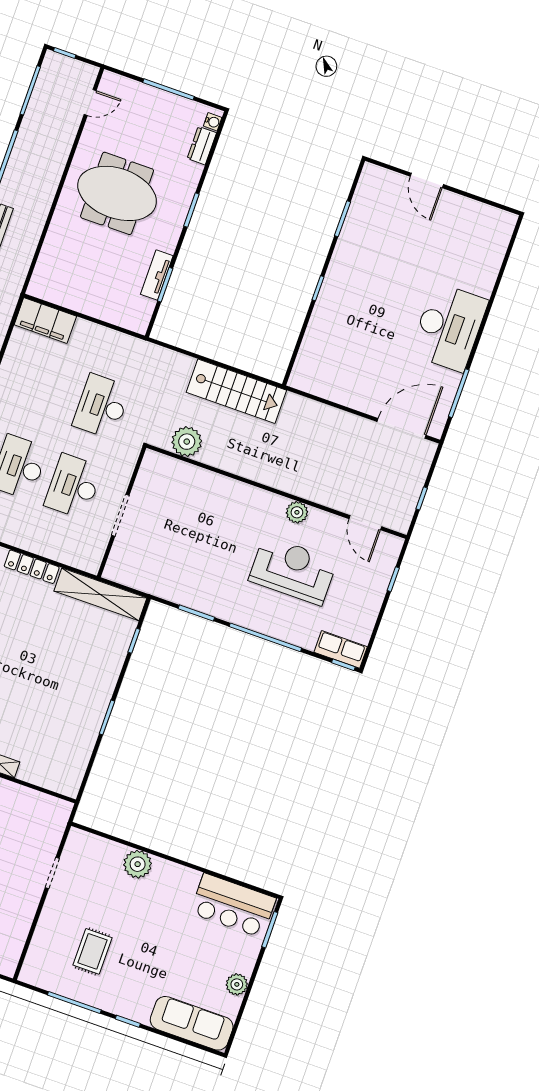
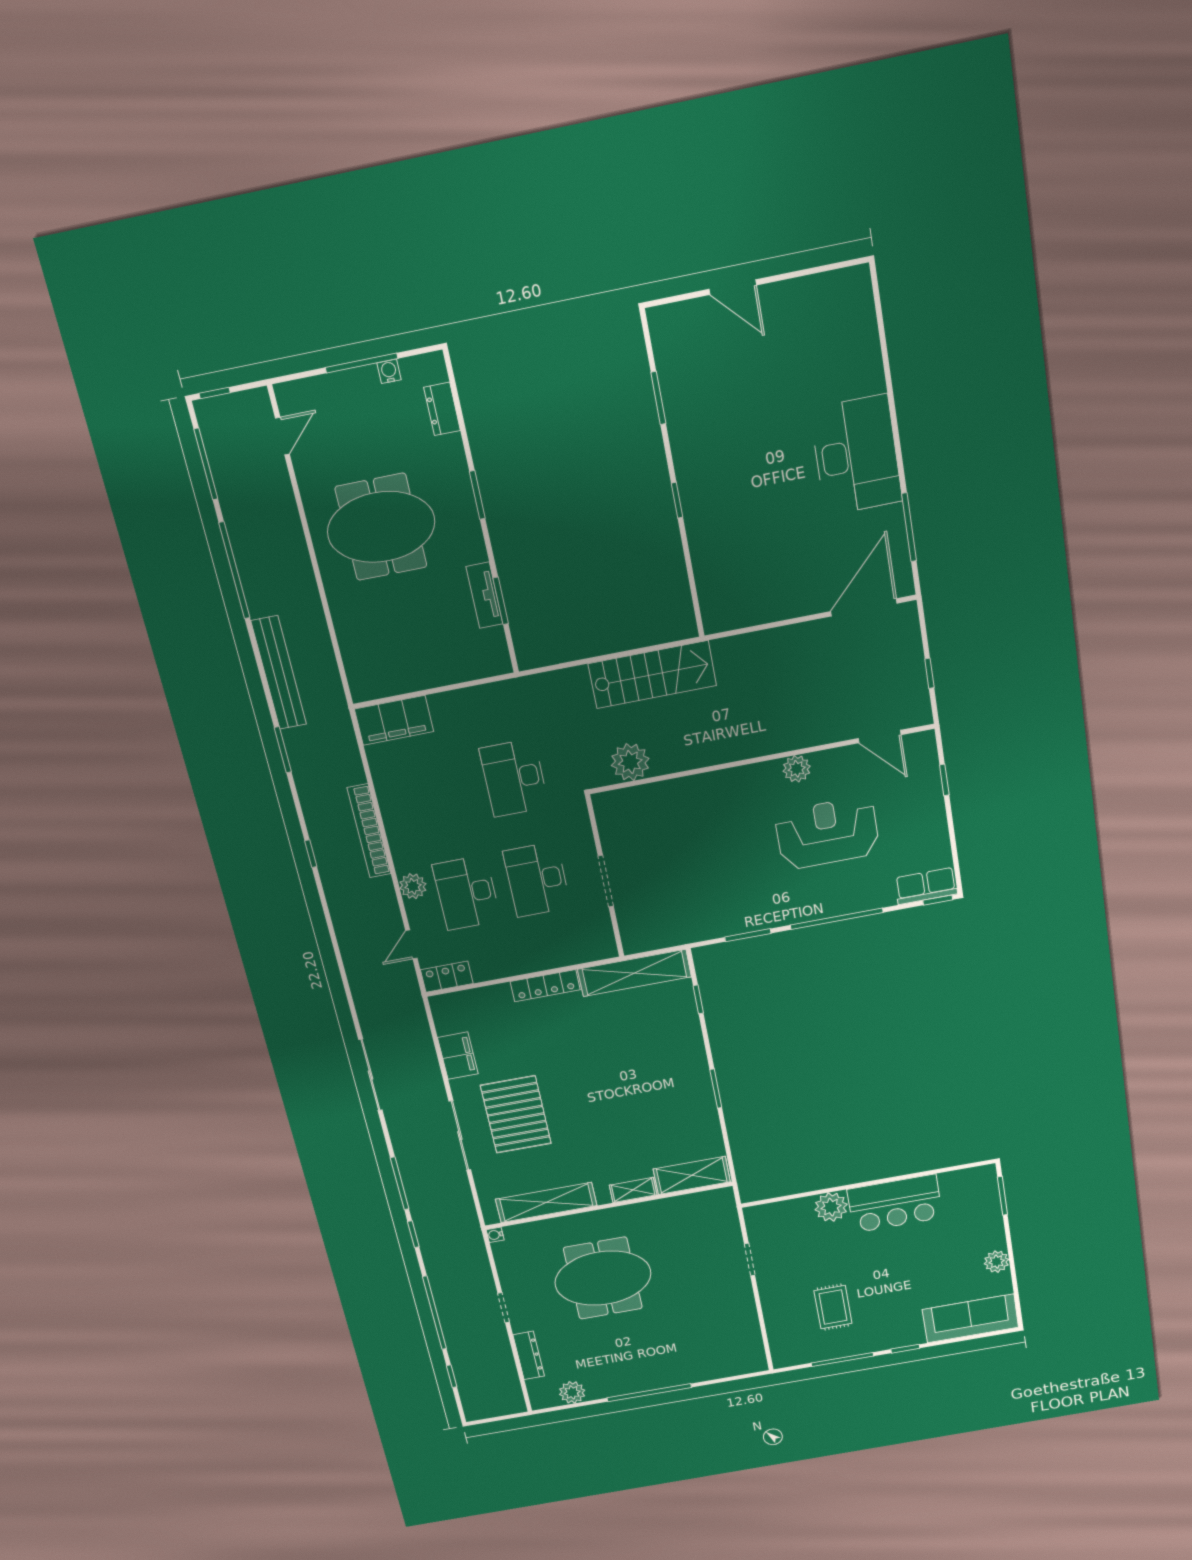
water cooler: (213, 122) -> (389, 371), moved, turned -90
shelving: (49, 777) -> (692, 1175), added
bar counter: (233, 906) -> (895, 1204), moved

